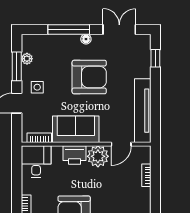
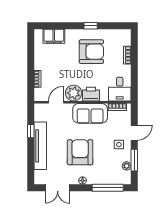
window: (69, 29) -> (108, 188), moved
window: (155, 58) -> (31, 131), moved
armchair: (89, 77) -> (80, 152), turned 90
tv unit: (143, 111) -> (40, 146), moved

